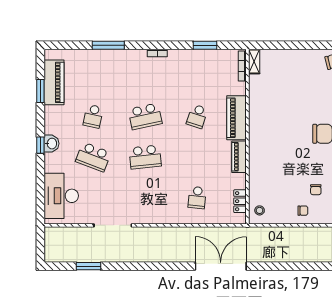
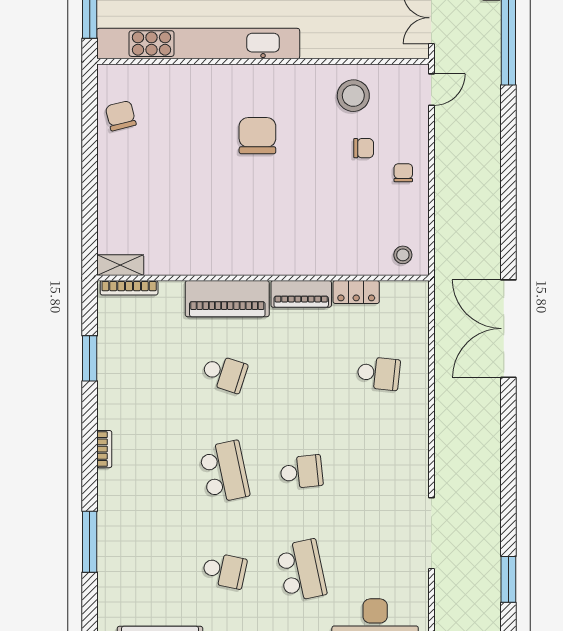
school desk: (93, 157) -> (301, 570), turned -33
school desk: (145, 157) -> (301, 472), width x0.54
locker: (240, 201) -> (356, 292), moved

